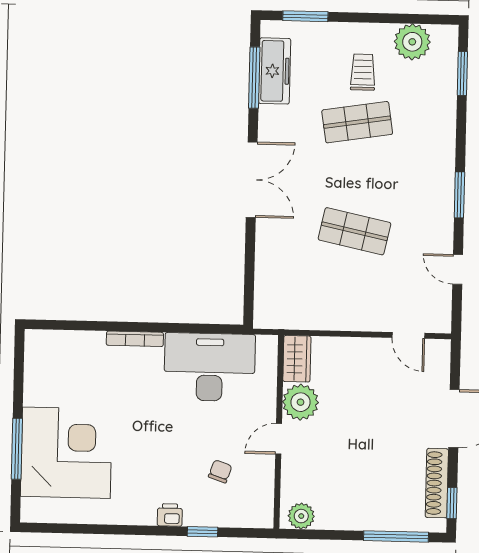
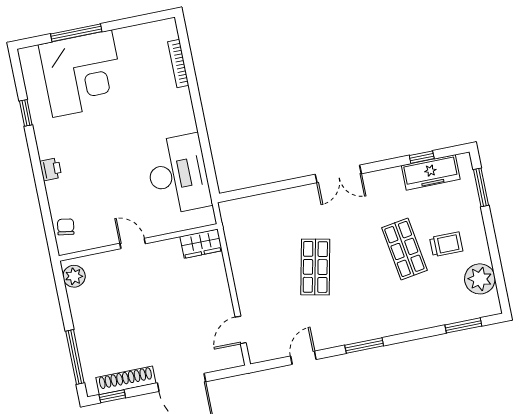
window: (254, 78) -> (422, 157), width x0.46
double door: (252, 180) -> (338, 174), width x0.73
bookcase: (135, 339) -> (178, 64), moved
plant: (301, 402) -> (166, 255), removed
chair: (220, 471) -> (66, 227), moved, turned -100
window: (202, 532) -> (26, 113), moved

